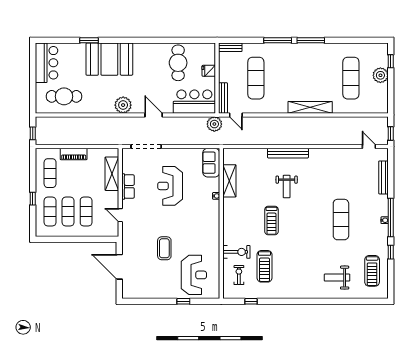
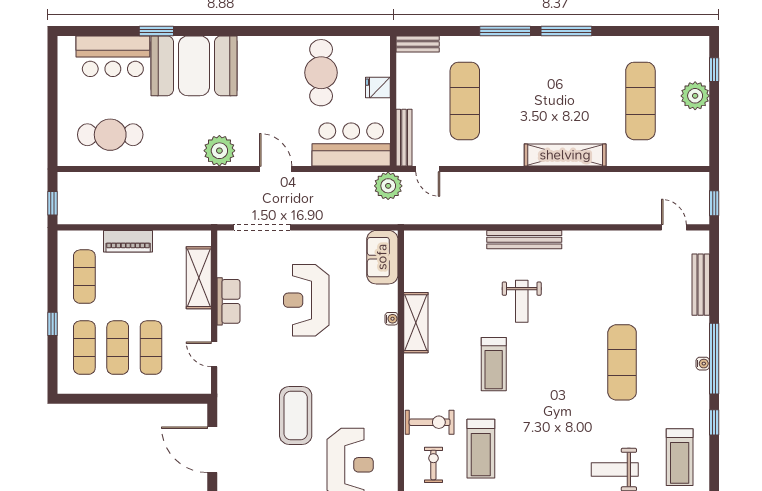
bar counter: (47, 63) -> (113, 56), moved, turned 90
shelving: (229, 181) -> (416, 323), moved
coffee table: (164, 248) -> (296, 415), width x1.36, depth x1.32

